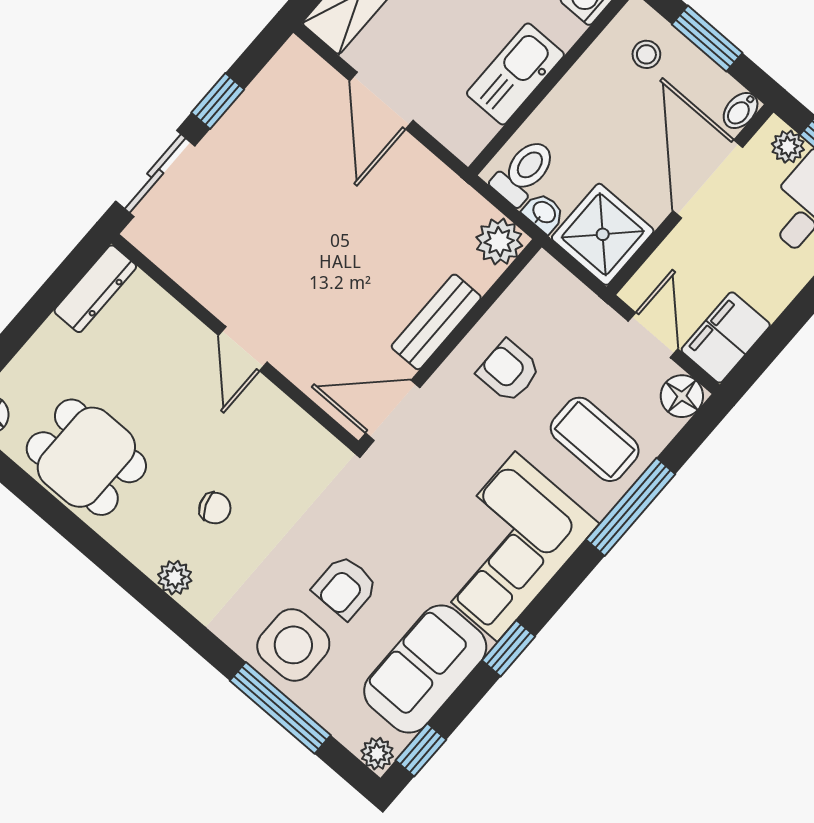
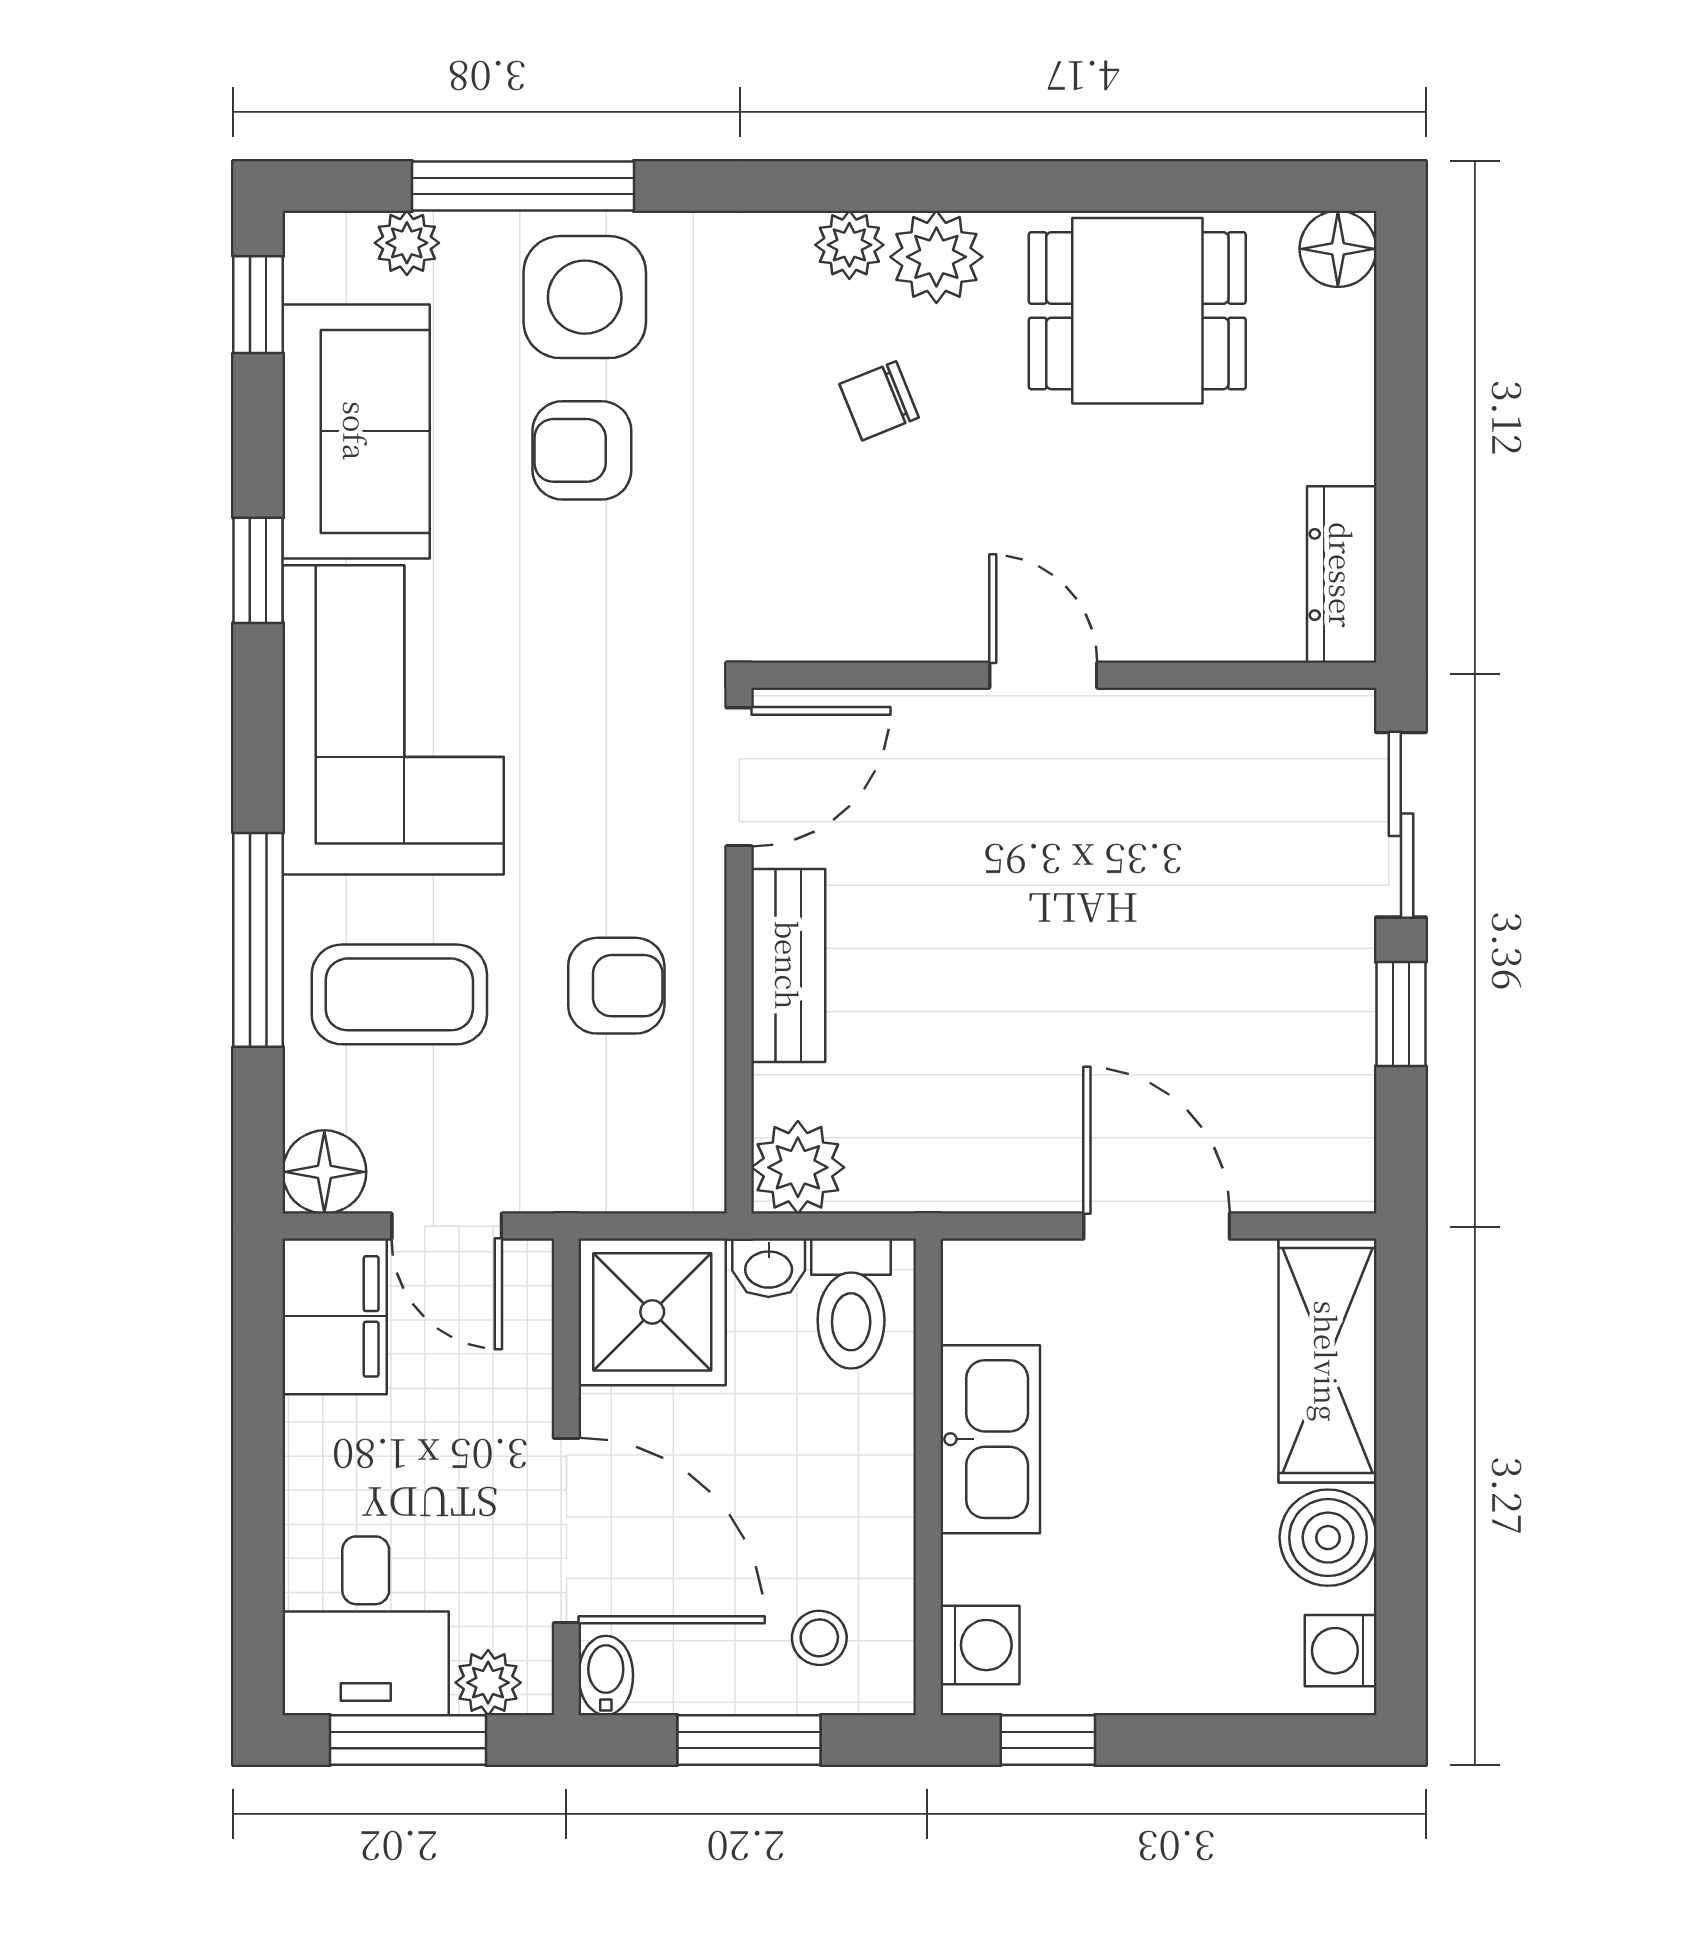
plant: (145, 544) -> (936, 257), added
armchair: (345, 587) -> (582, 450), turned -90
plant: (377, 754) -> (407, 243), moved

